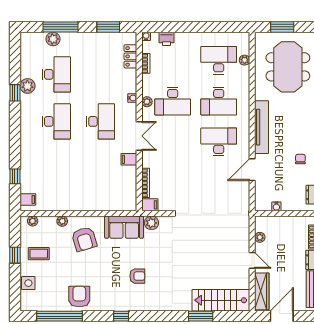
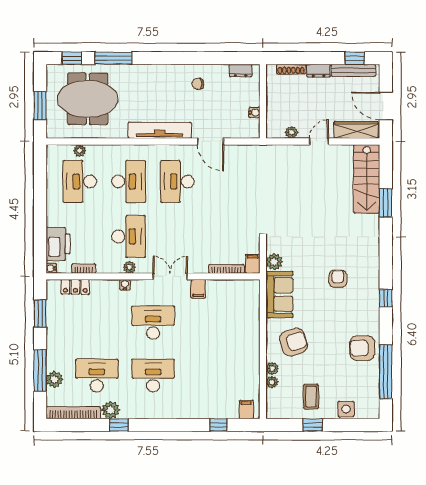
printer: (167, 39) -> (58, 244), width x1.87, depth x1.48
bookcase: (25, 55) -> (73, 413), added
plant: (33, 221) -> (272, 382), moved

